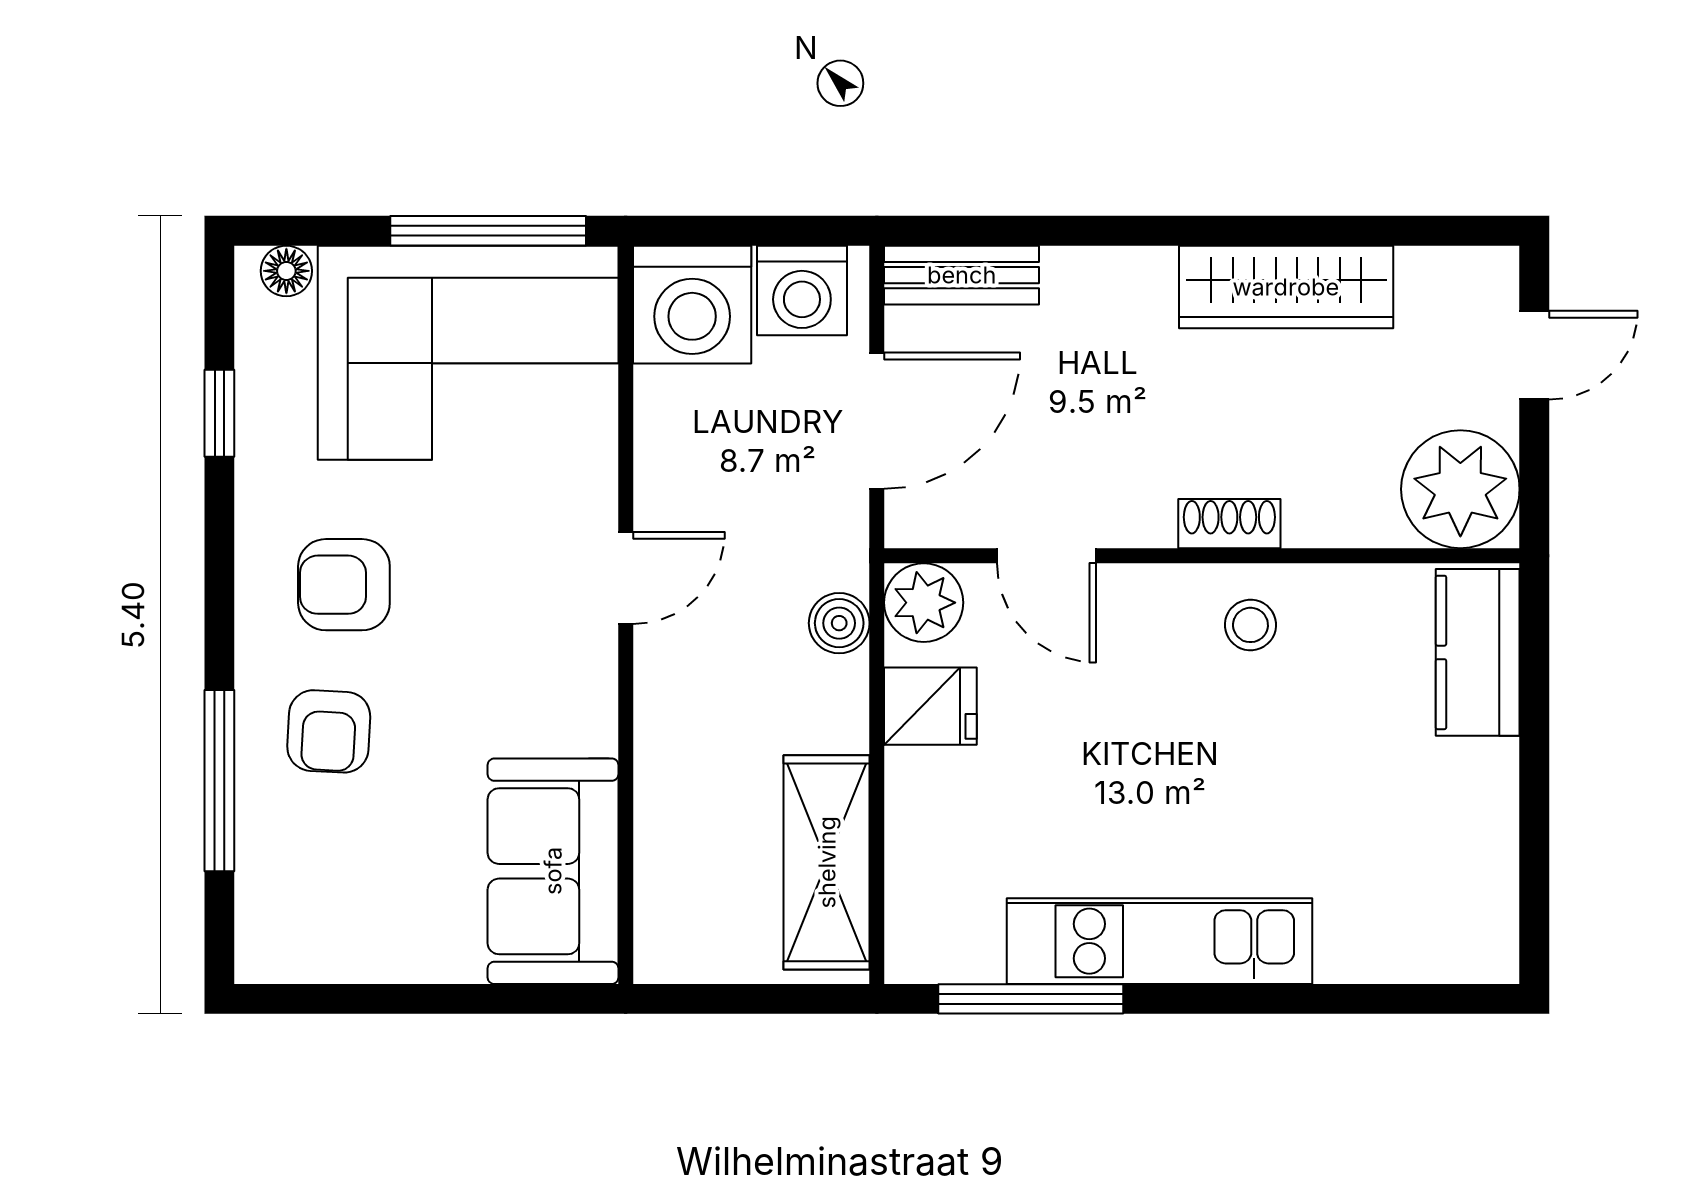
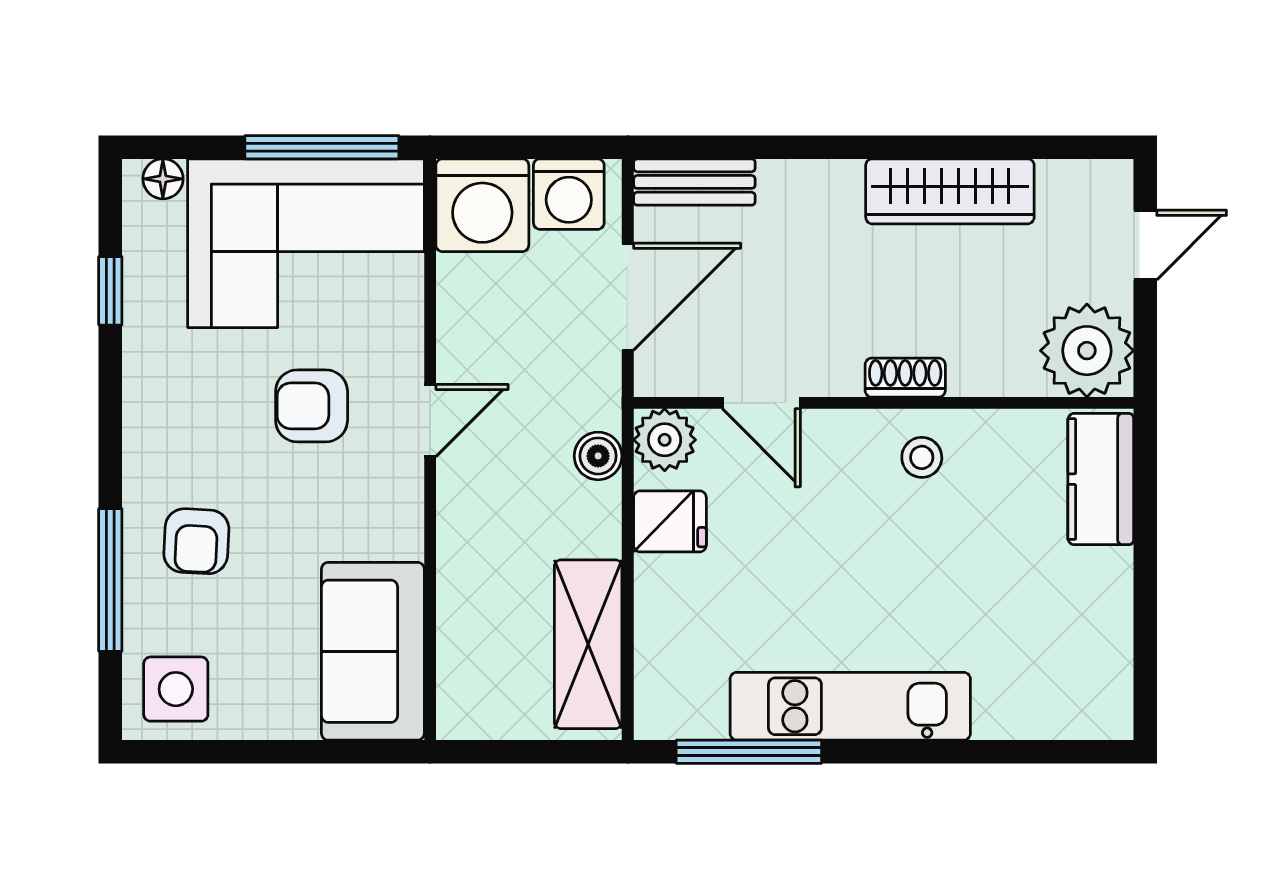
armchair: (344, 585) -> (312, 406), moved
side table: (303, 919) -> (176, 689), added

